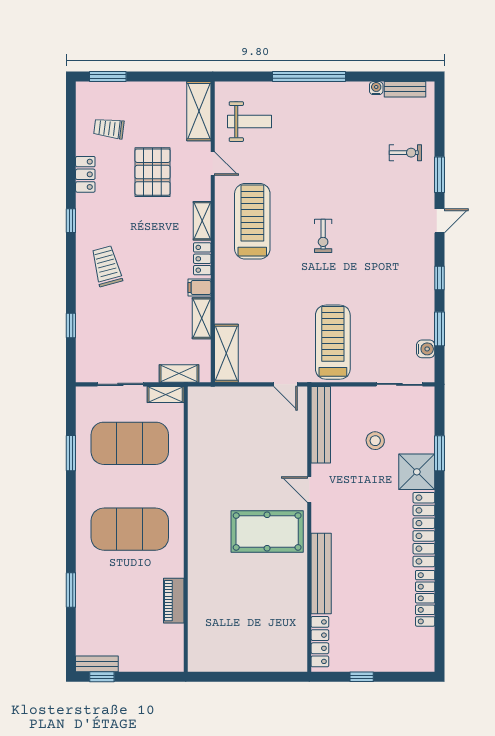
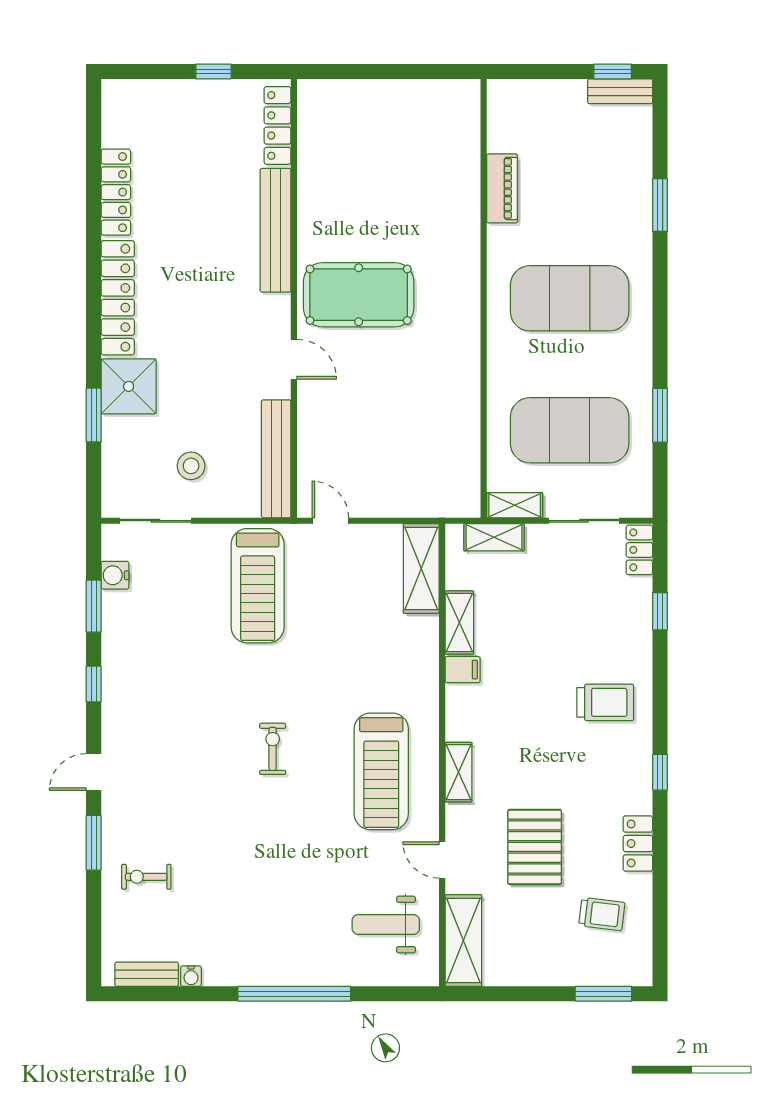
locker: (202, 259) -> (639, 550), moved, turned 180
trolley: (107, 266) -> (605, 702), turned -75
stool: (375, 441) -> (191, 466), moved

